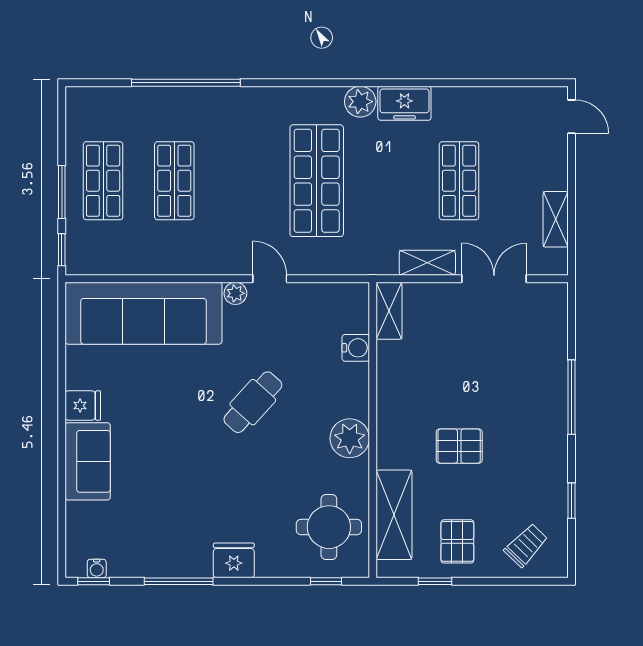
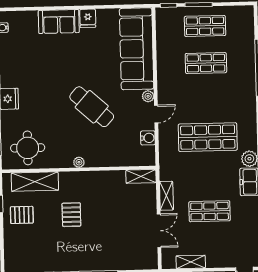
water cooler: (356, 348) -> (148, 138), moved, turned -90
cafe table: (253, 402) -> (92, 107), width x1.37, depth x1.35
plant: (350, 438) -> (79, 162), width x0.53, depth x0.53
trolley: (526, 545) -> (21, 251), removed

